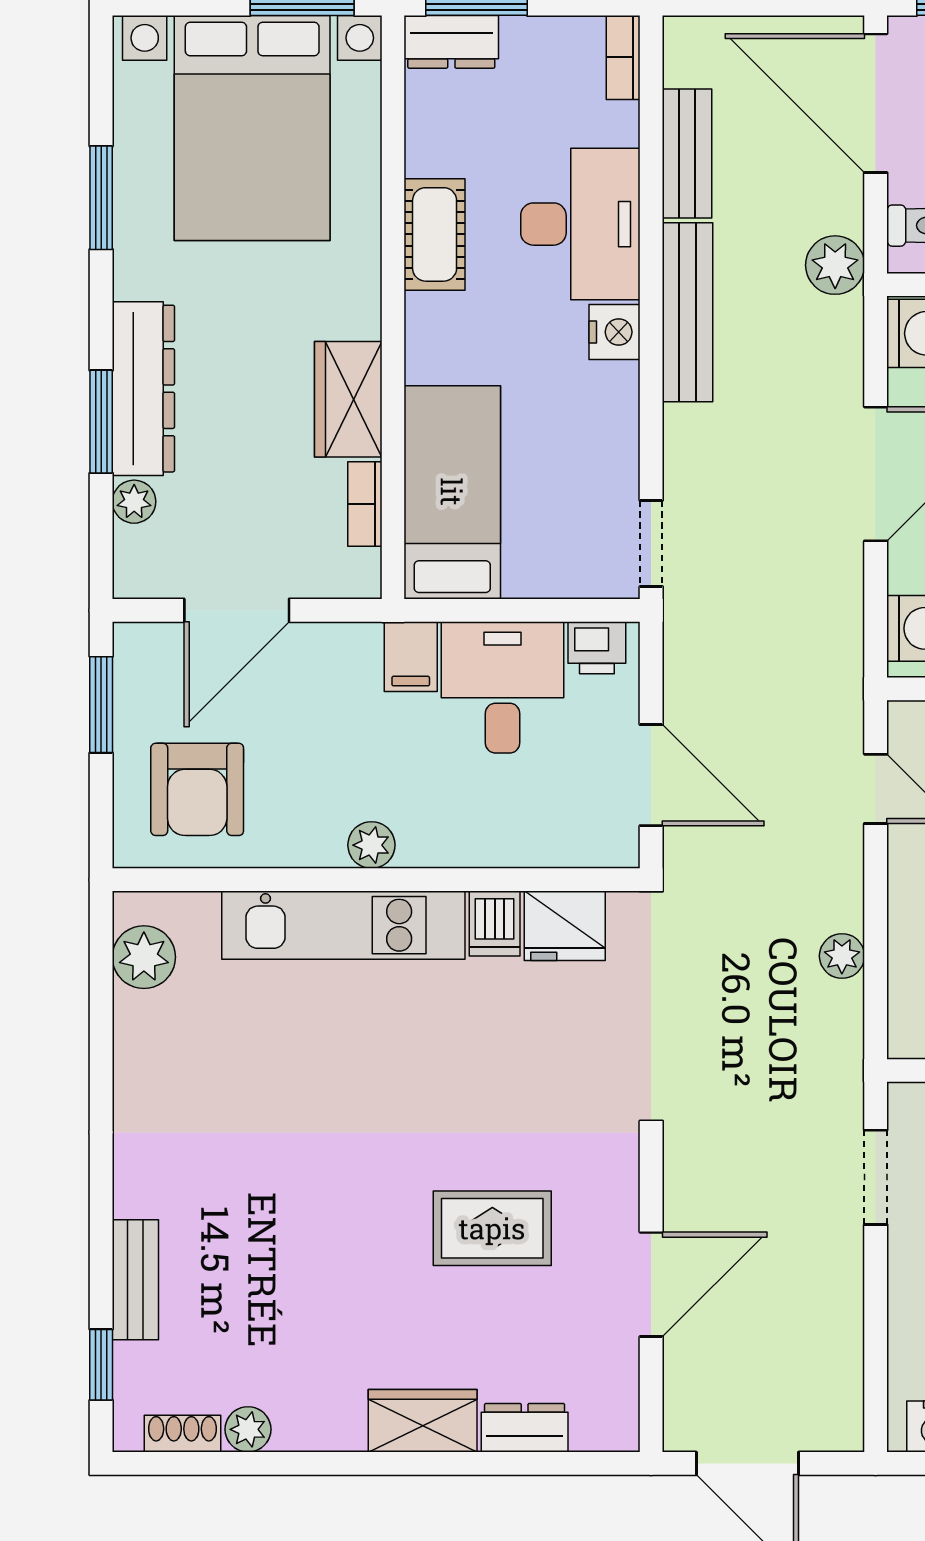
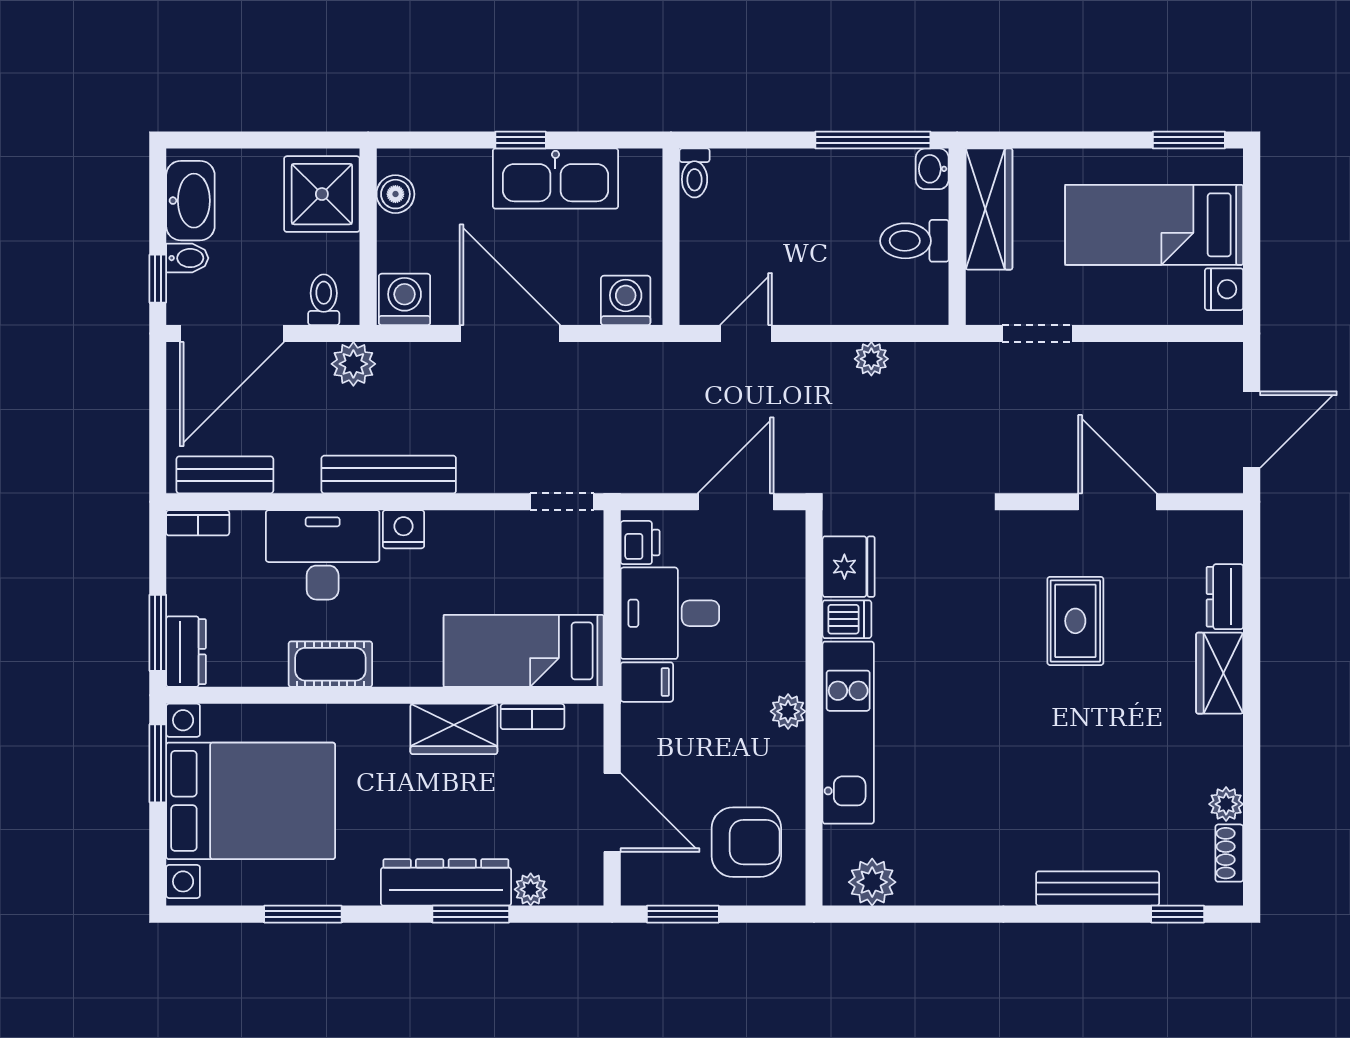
bench: (687, 153) -> (225, 475), moved
bench: (135, 1280) -> (1098, 888), width x1.36

